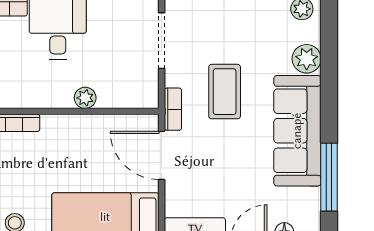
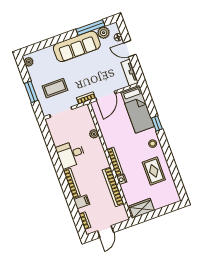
plant: (307, 59) -> (104, 33), moved
coffee table: (225, 92) -> (55, 88), moved

